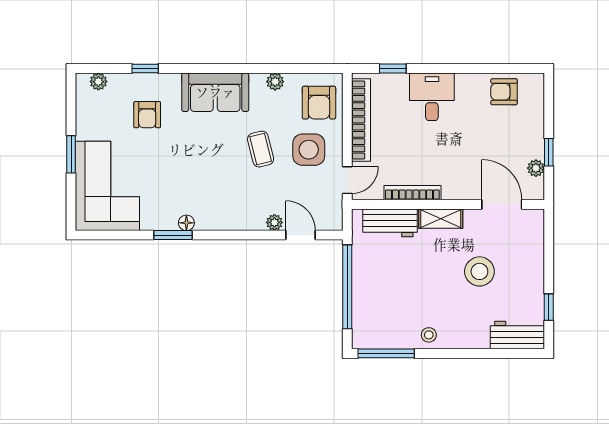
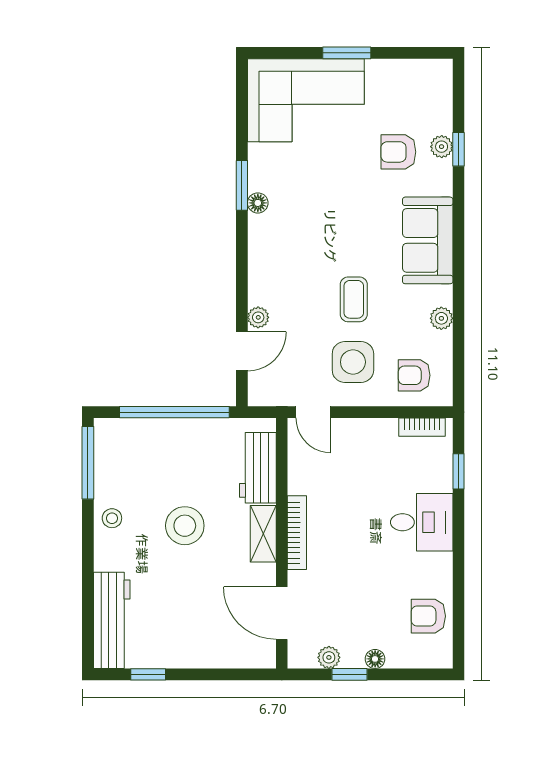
plant: (98, 82) -> (442, 147), moved
armchair: (504, 92) -> (428, 616), turned -90
armchair: (319, 103) -> (414, 375), width x0.72, depth x0.72
bookcase: (361, 120) -> (422, 427), width x0.43, depth x0.76
floor lamp: (537, 133) -> (375, 659), added
coffee table: (261, 149) -> (354, 299), turned -76
bookcase: (412, 193) -> (297, 533), moved
door: (502, 204) -> (282, 613), swing flipped
stool: (479, 271) -> (185, 526), moved
workbench: (517, 335) -> (112, 620), width x1.37

